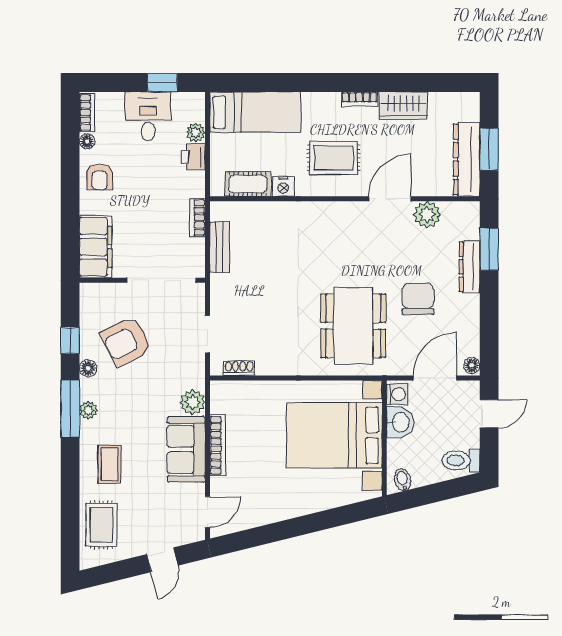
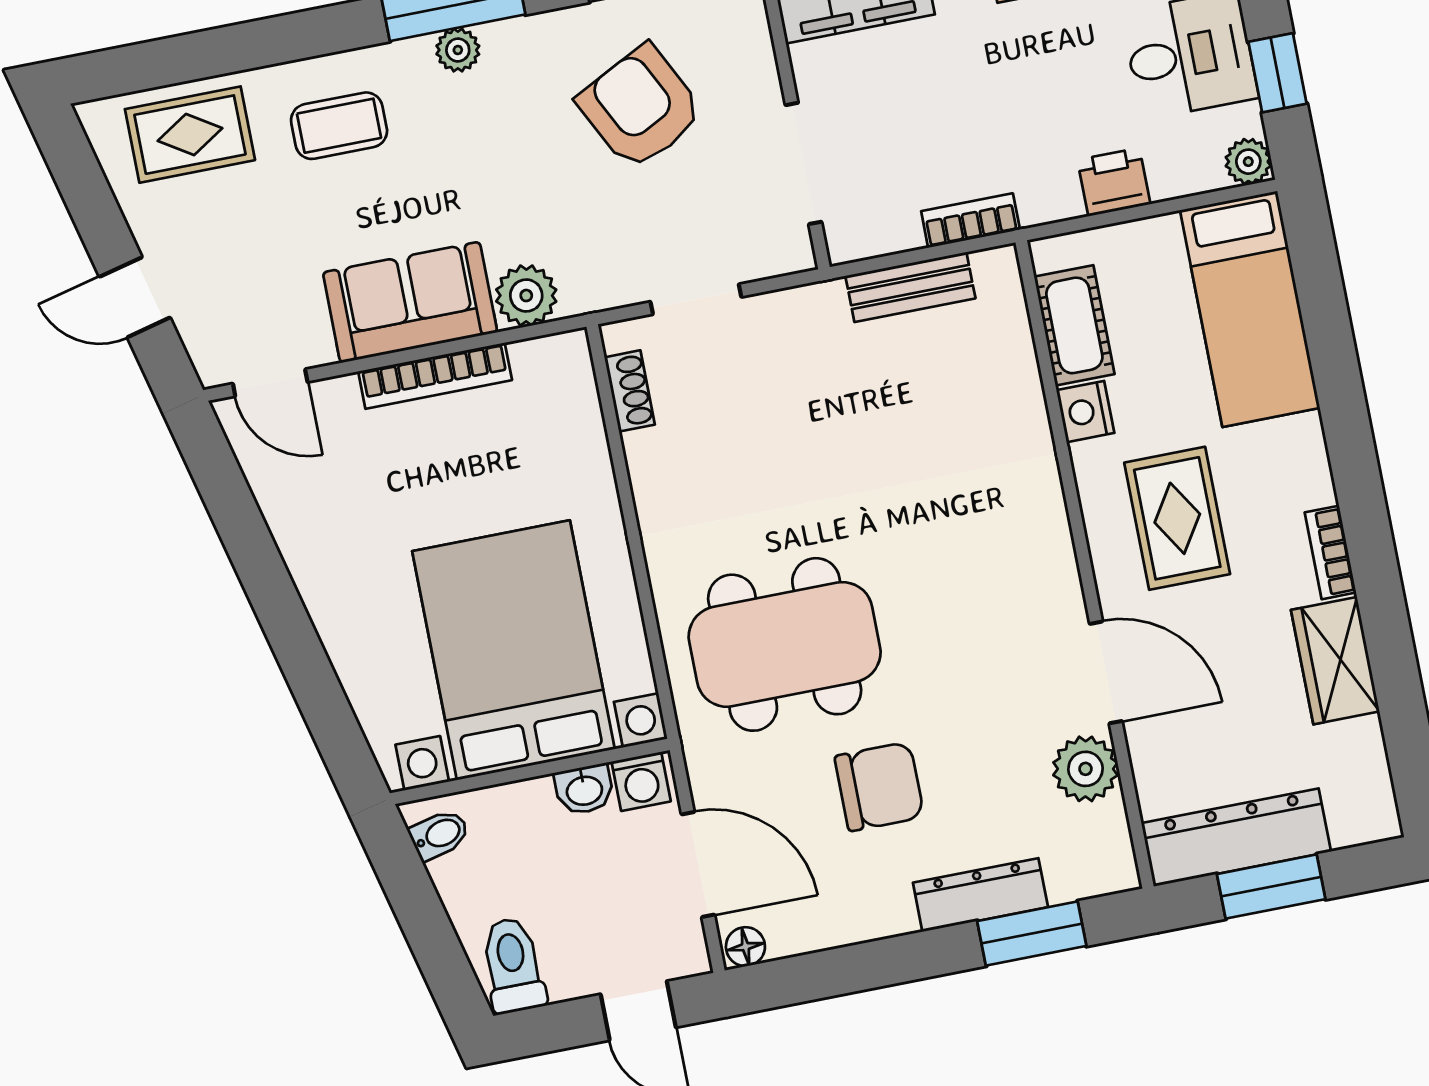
plant: (196, 133) -> (1248, 162), moved
doorway: (161, 280) -> (803, 163), width x0.73
floor lamp: (88, 368) -> (558, 29), removed
washbasin: (400, 422) -> (584, 789), width x0.72, depth x0.69

